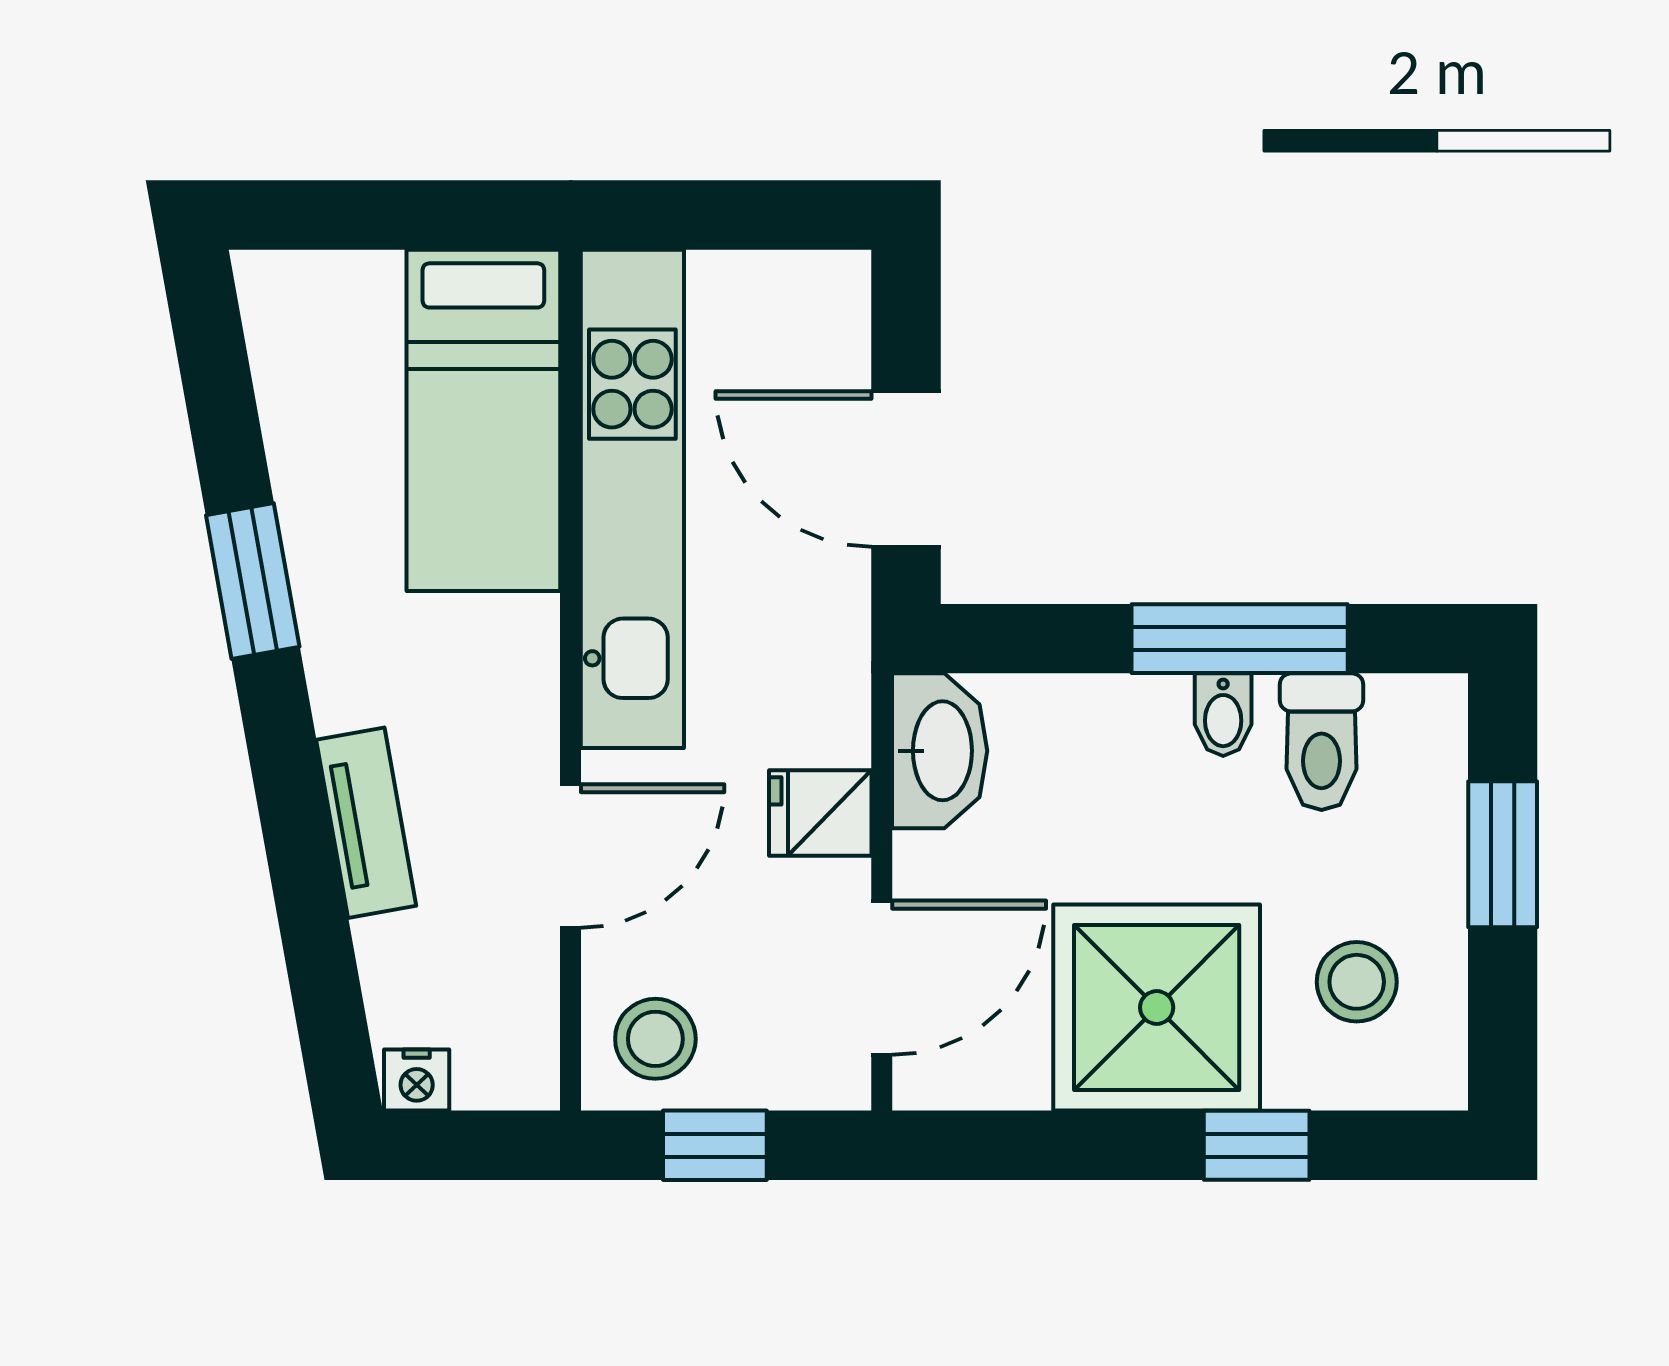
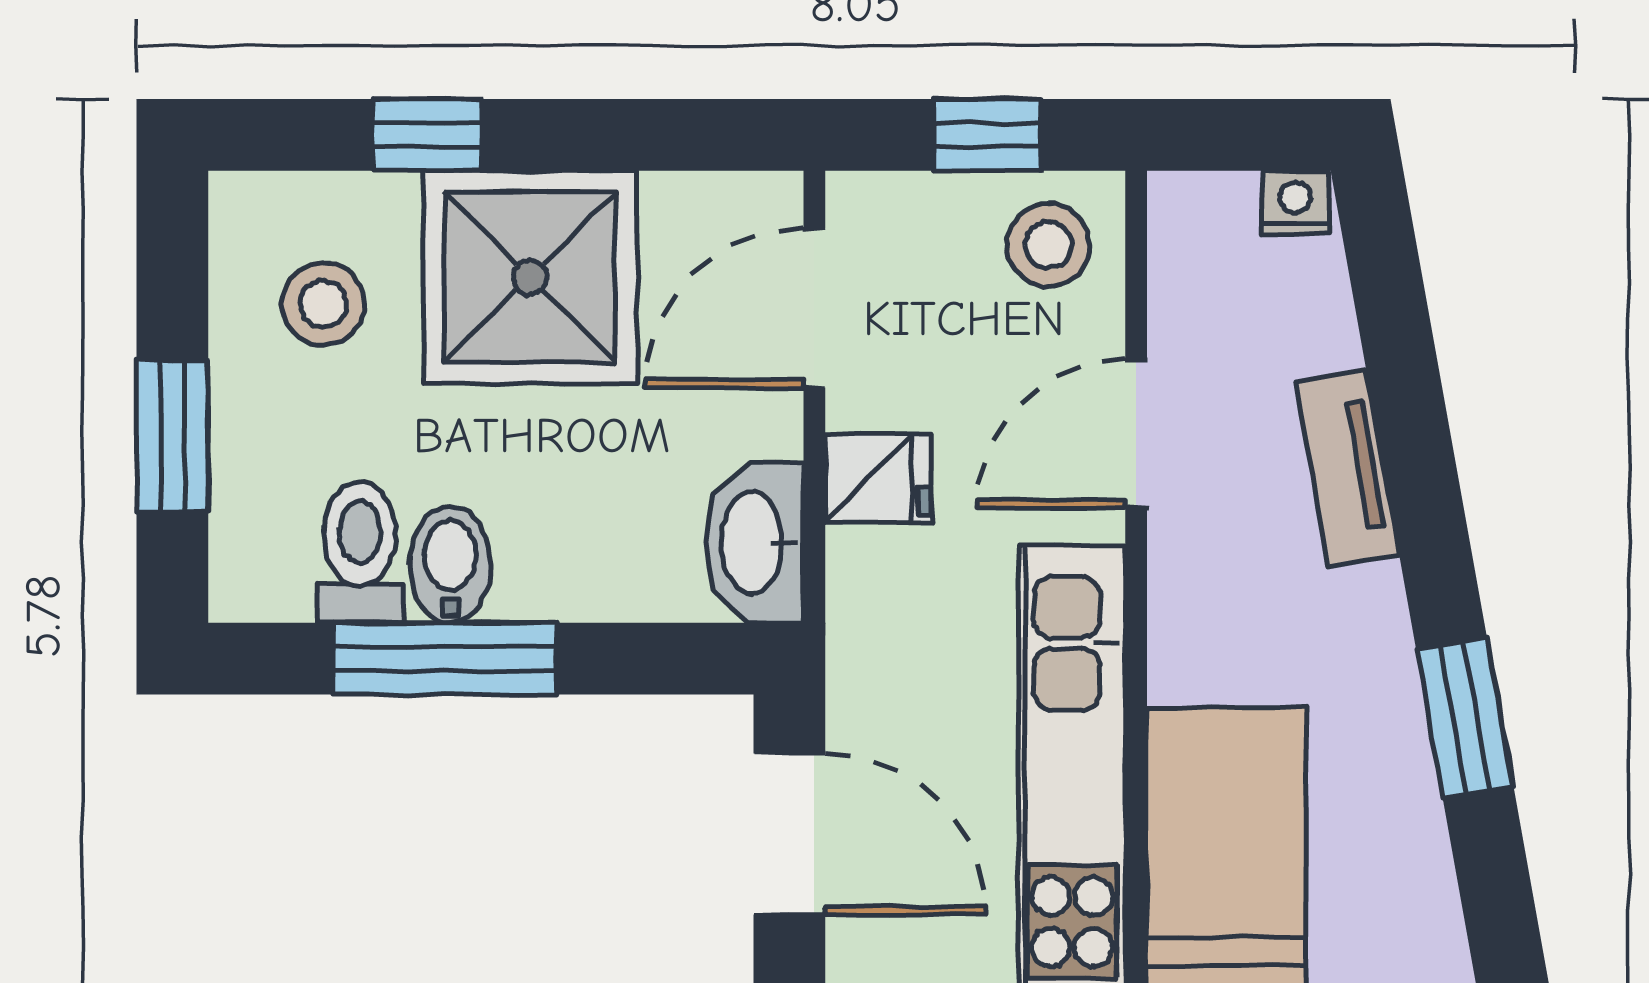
bidet: (1223, 715) -> (450, 565), width x1.38, depth x1.36

